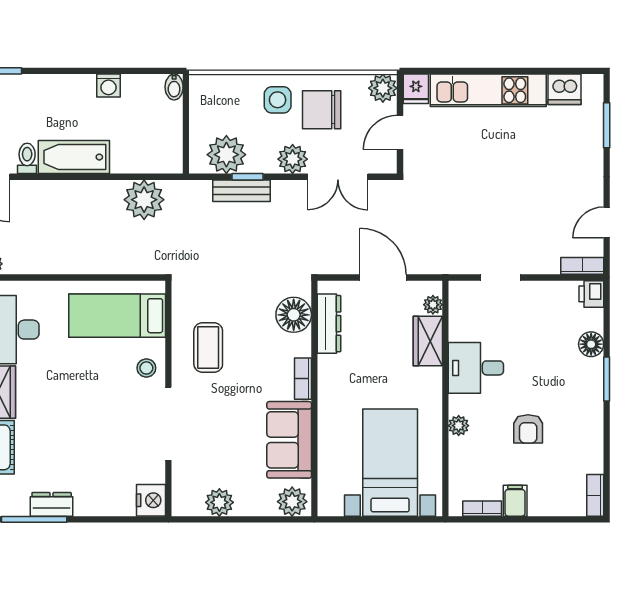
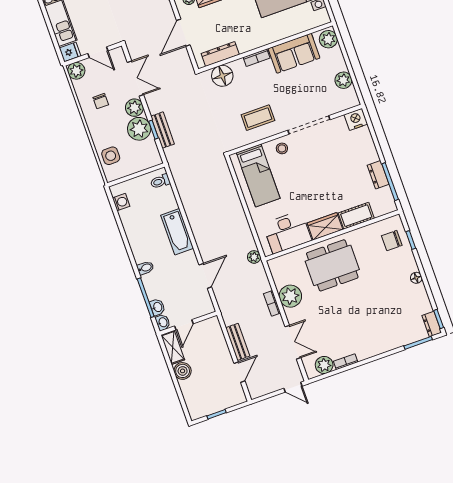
washing machine: (109, 86) -> (121, 202), moved
bidet: (174, 87) -> (145, 268), moved
side table: (278, 100) -> (111, 156), moved
chair: (322, 110) -> (101, 101), width x0.54, depth x0.54
plant: (226, 155) -> (139, 129), moved
toilet: (27, 158) -> (160, 181), moved
plant: (144, 200) -> (187, 183), removed

